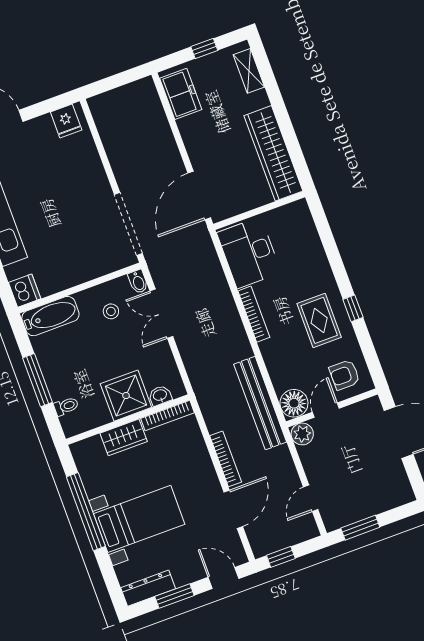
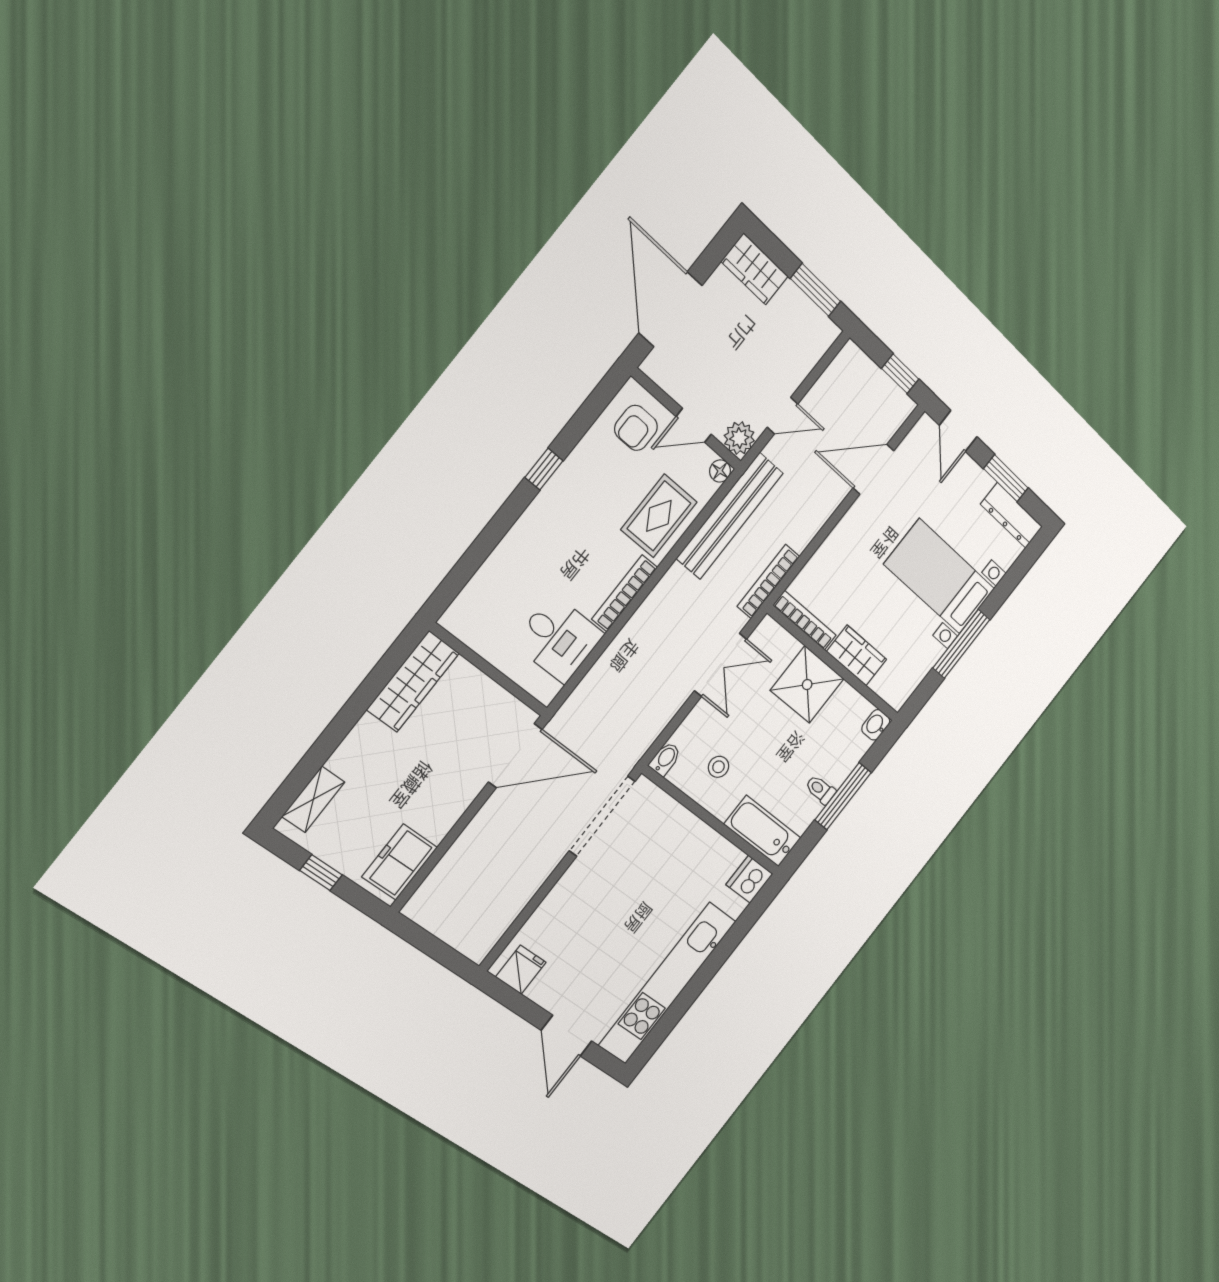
wardrobe: (273, 153) -> (413, 681), width x0.71, depth x0.85
desk: (249, 253) -> (558, 639), width x0.73
double door: (161, 314) -> (720, 665), moved
rug: (319, 320) -> (659, 516), moved
armchair: (344, 375) -> (636, 428), turned 90
washbasin: (160, 395) -> (876, 725), moved, turned 90
floor lamp: (294, 403) -> (720, 471), width x0.53, depth x0.53
toilet: (66, 406) -> (820, 790), moved
bookcase: (226, 459) -> (768, 581), moved
wardrobe: (393, 496) -> (755, 269), added
door: (311, 498) -> (783, 416), moved
window: (86, 512) -> (961, 644), width x0.68

